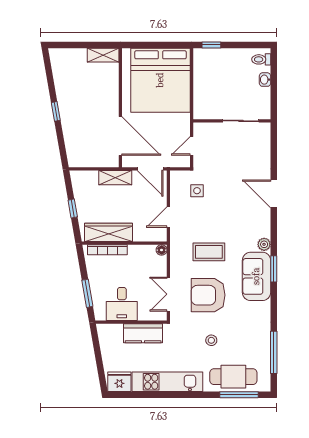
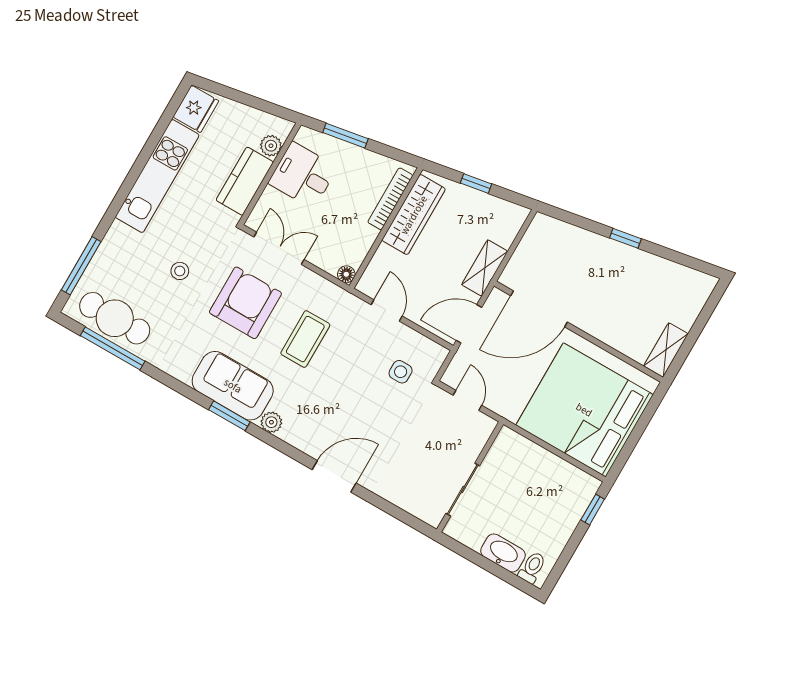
washbasin: (265, 80) -> (503, 553), width x1.91, depth x1.45
plant: (116, 330) -> (271, 146), added
cafe table: (233, 377) -> (115, 318), moved, turned 90

